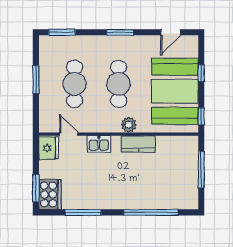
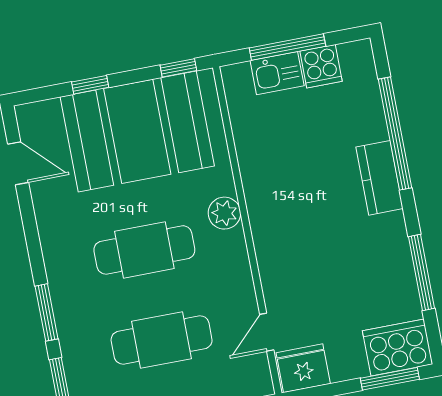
window: (120, 32) -> (47, 312), moved
kitchen sink: (99, 144) -> (277, 73), moved, turned 90
kitchen counter: (138, 144) -> (379, 178), moved, turned 180
cooker: (189, 184) -> (321, 66), added

